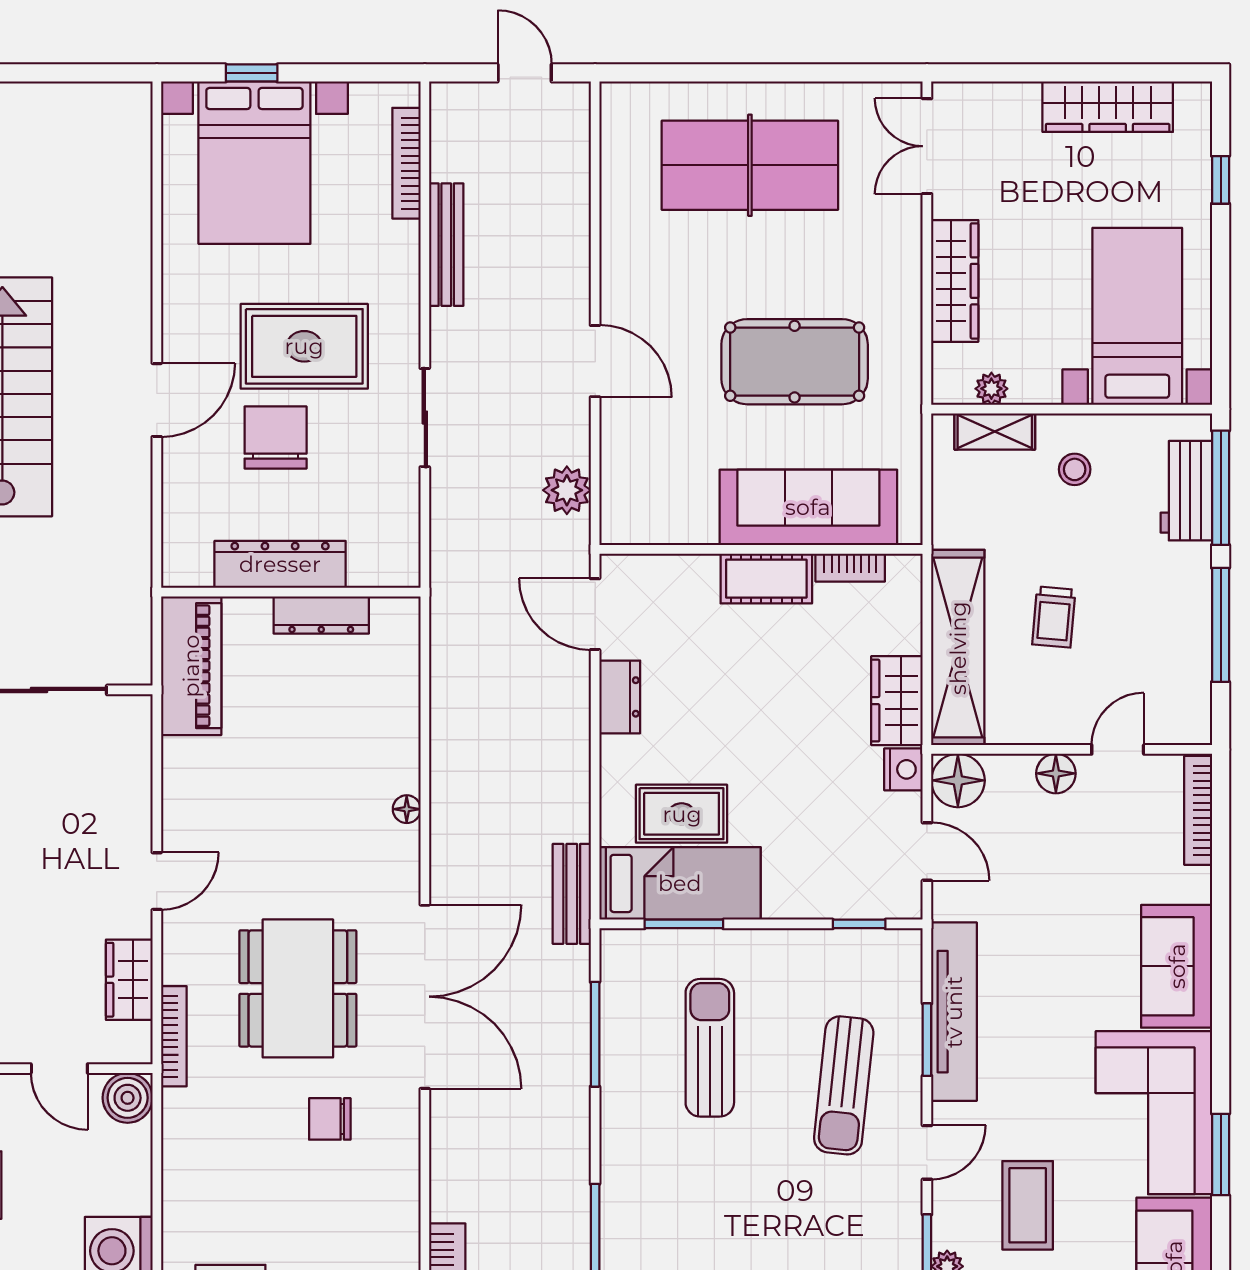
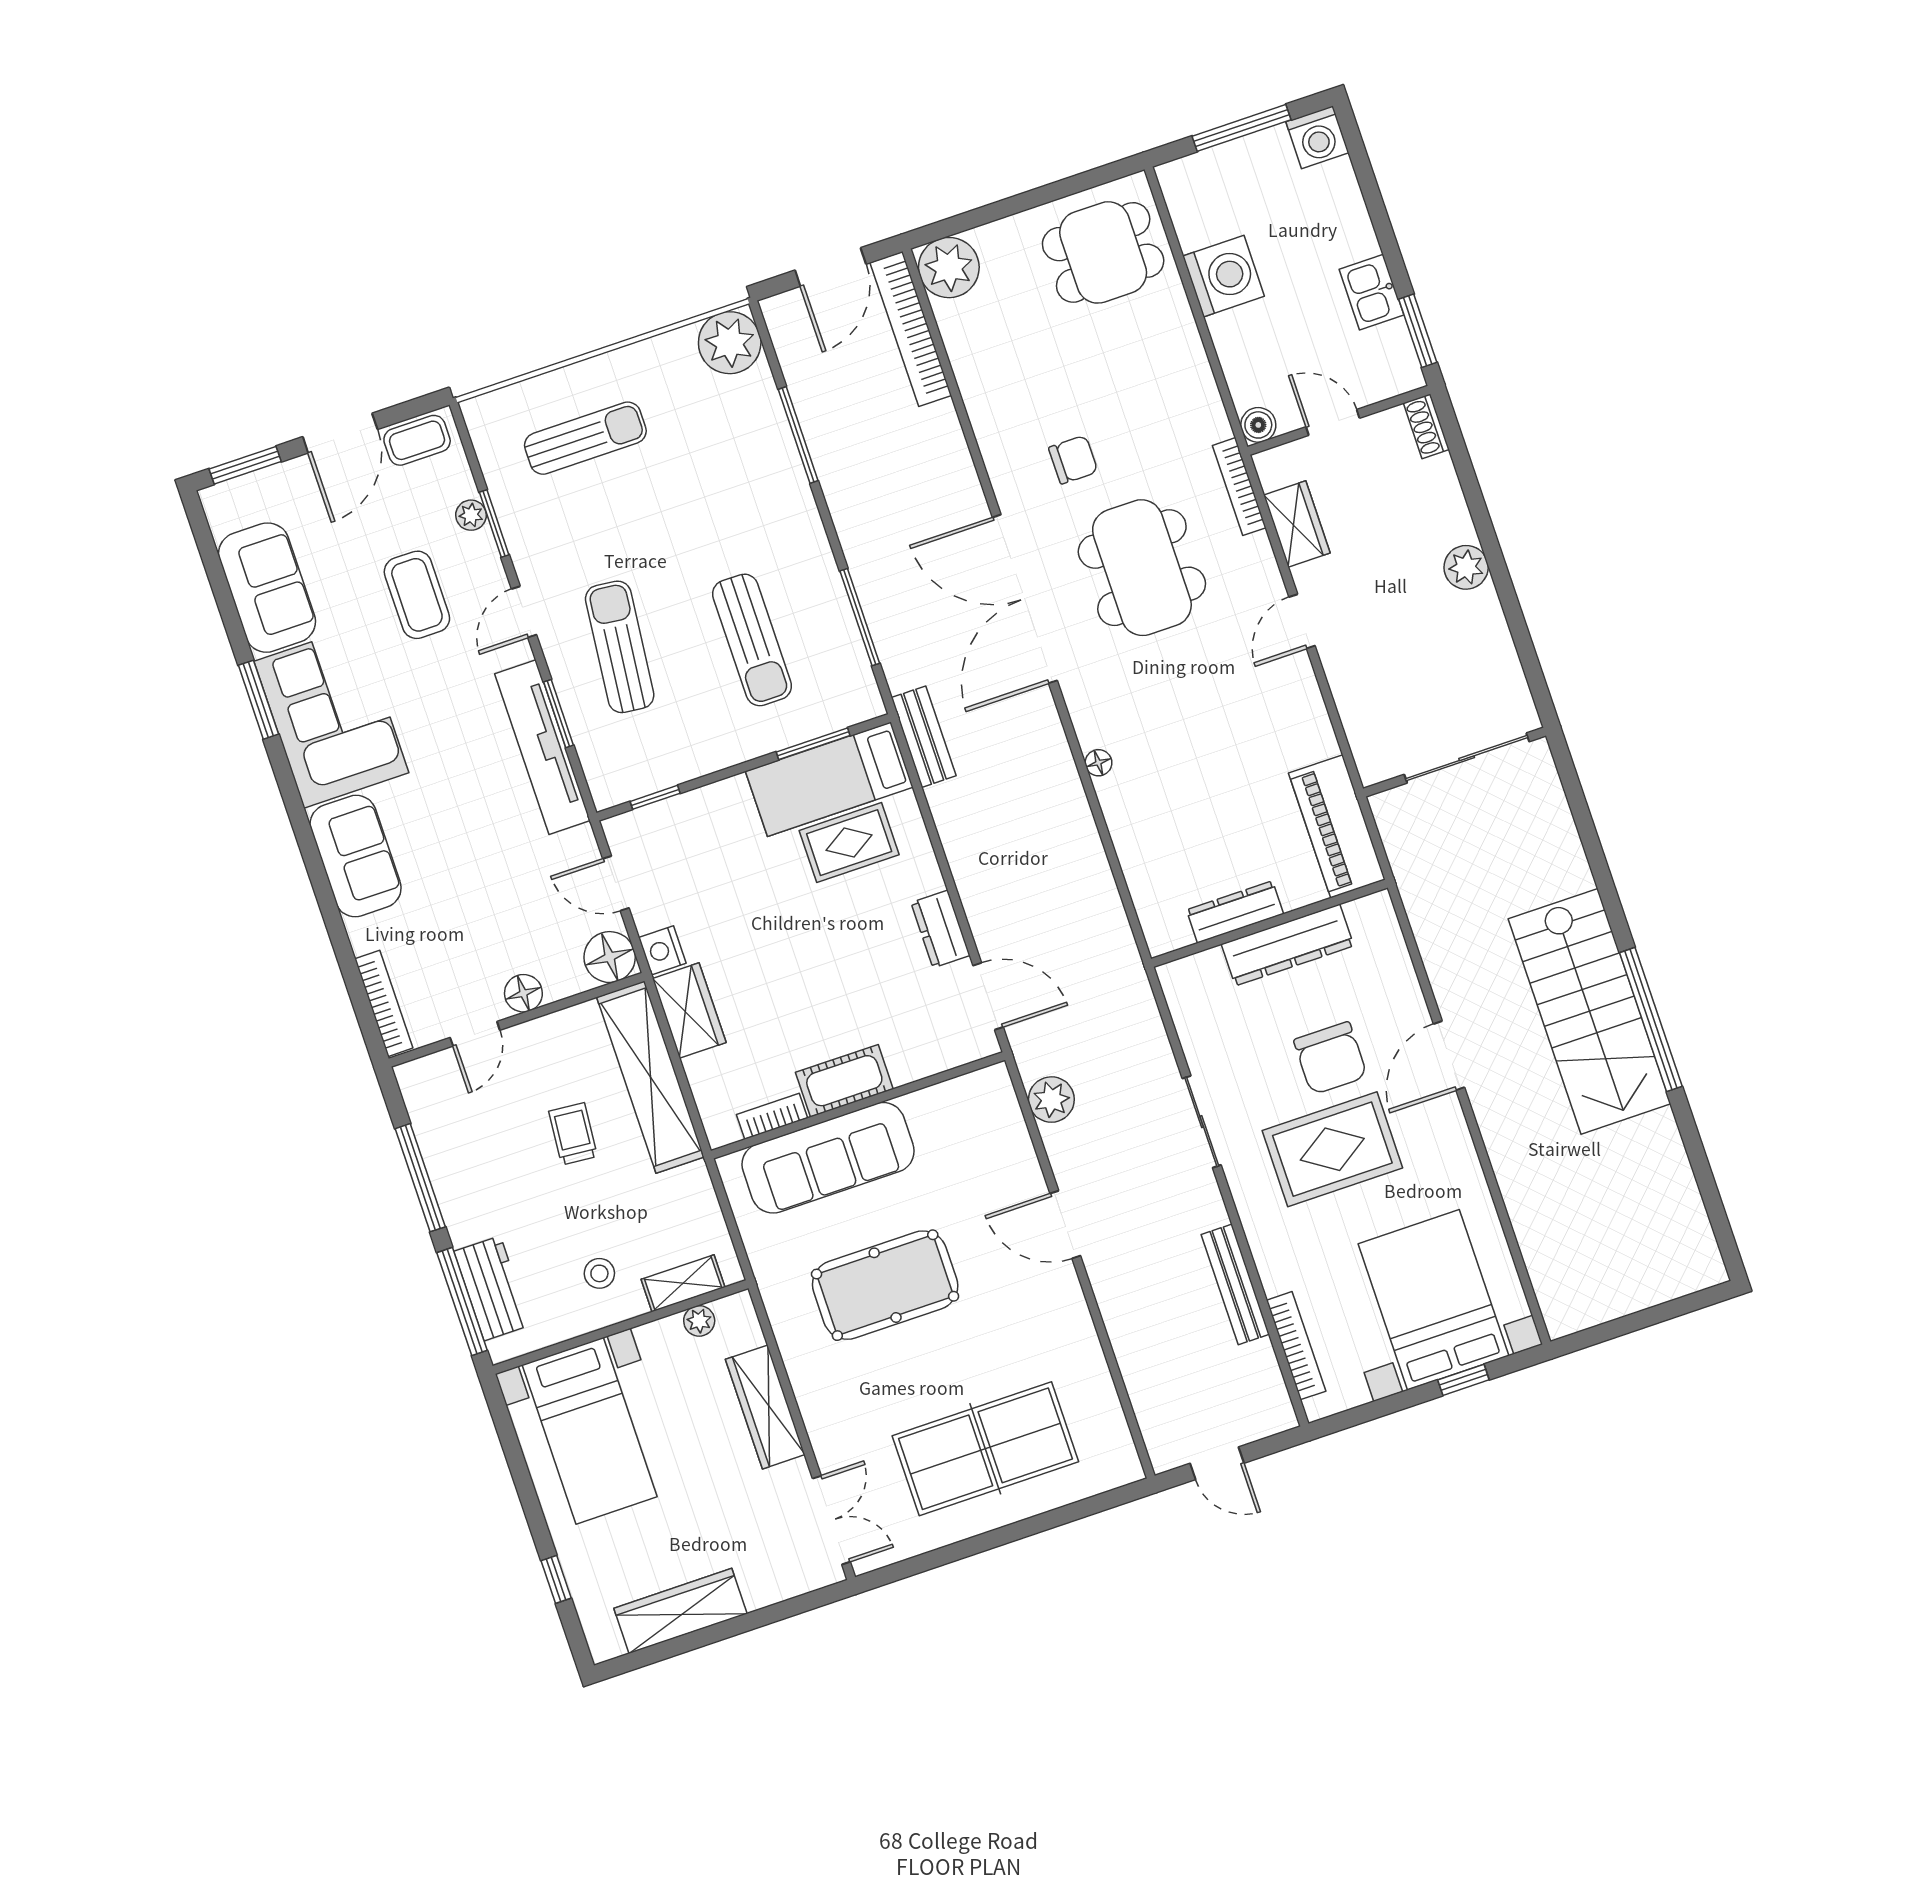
boiler: (128, 1098) -> (1258, 425), width x0.73, depth x0.73

